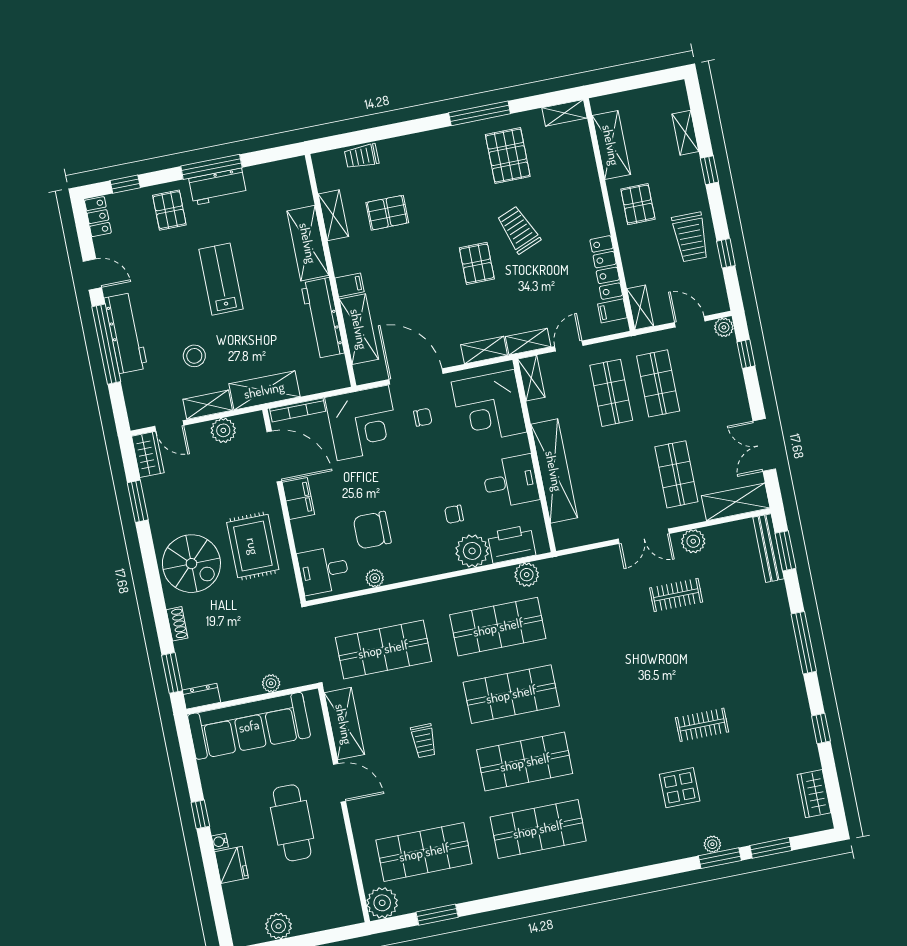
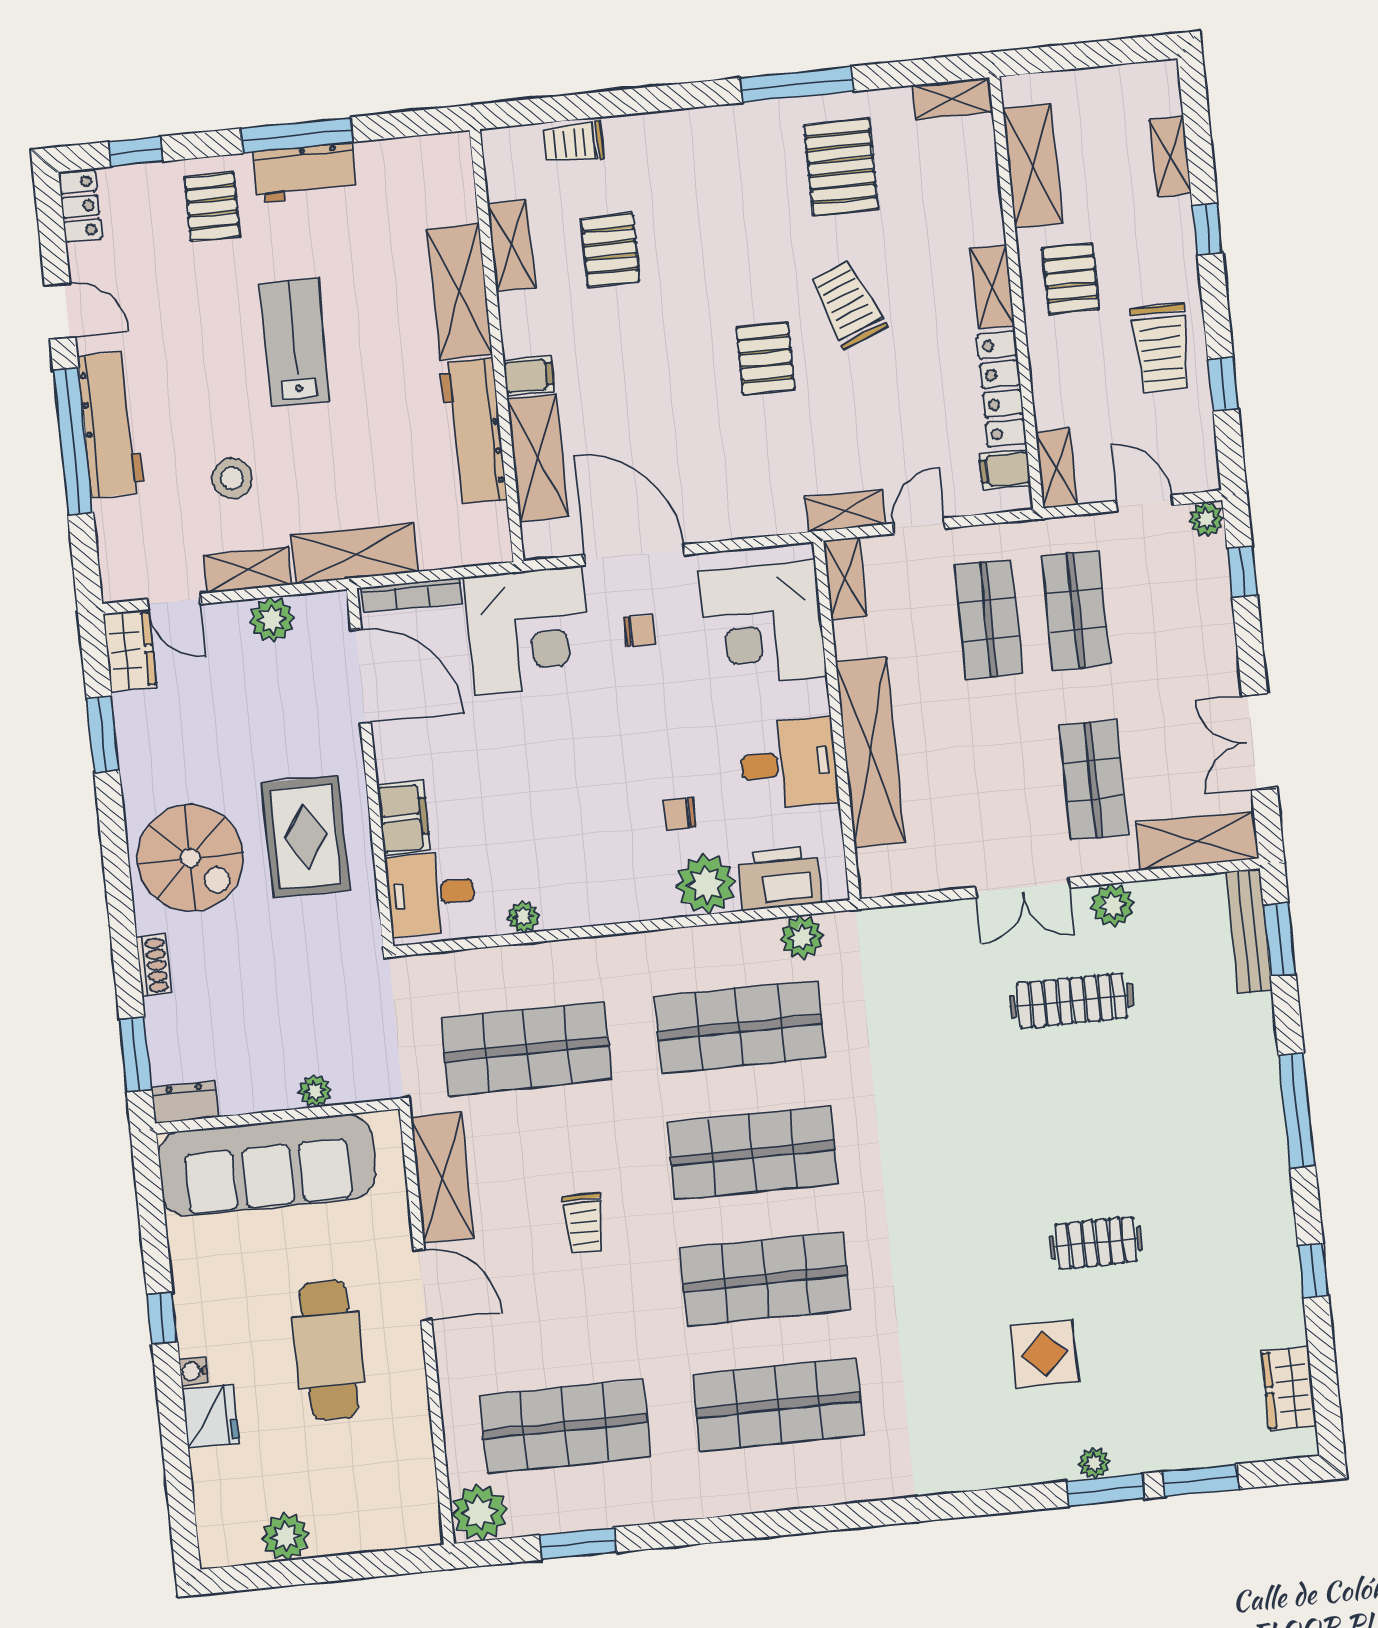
pallet: (387, 213) -> (610, 250), turned 90
shelving: (484, 350) -> (993, 287), moved, turned 90
filing cabinet: (298, 498) -> (404, 818), moved
chair: (372, 530) -> (527, 829), removed
clothes rail: (676, 595) -> (1072, 1001), width x1.36

